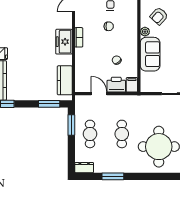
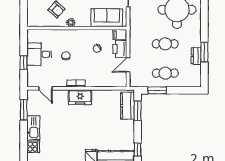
sofa: (150, 54) -> (107, 18), moved
kitchen counter: (65, 80) -> (128, 106), moved, turned 90
dresser: (84, 168) -> (196, 56), moved

